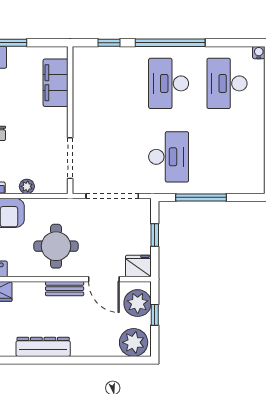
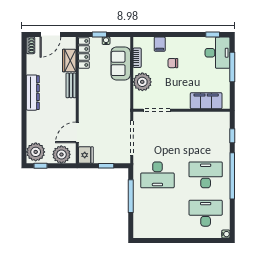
plant: (27, 186) -> (142, 82), width x1.88, depth x1.88
round table: (56, 246) -> (99, 101), removed
bench: (65, 289) -> (71, 85), moved
window: (155, 315) -> (41, 166), moved

